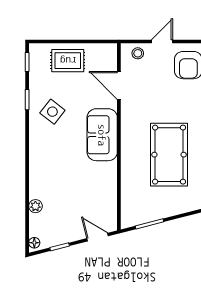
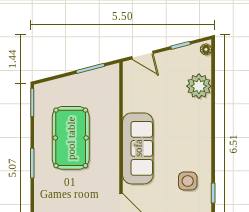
side table: (52, 112) -> (188, 181), turned -38
sofa: (102, 135) -> (138, 148), width x1.36
plant: (35, 206) -> (199, 86), width x1.87, depth x1.87

